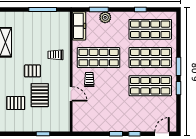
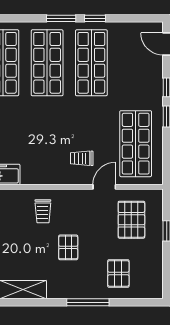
shop shelf: (99, 58) -> (136, 144), moved
pallet: (40, 95) -> (131, 220), moved, turned 90

